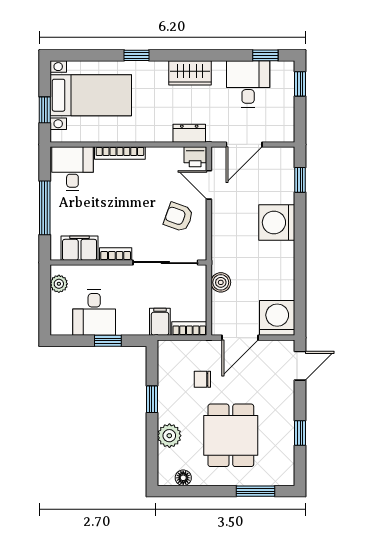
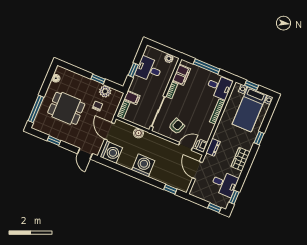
washing machine: (277, 222) -> (143, 165), moved
plant: (169, 436) -> (105, 91), moved
window: (255, 491) -> (36, 109), width x1.44

